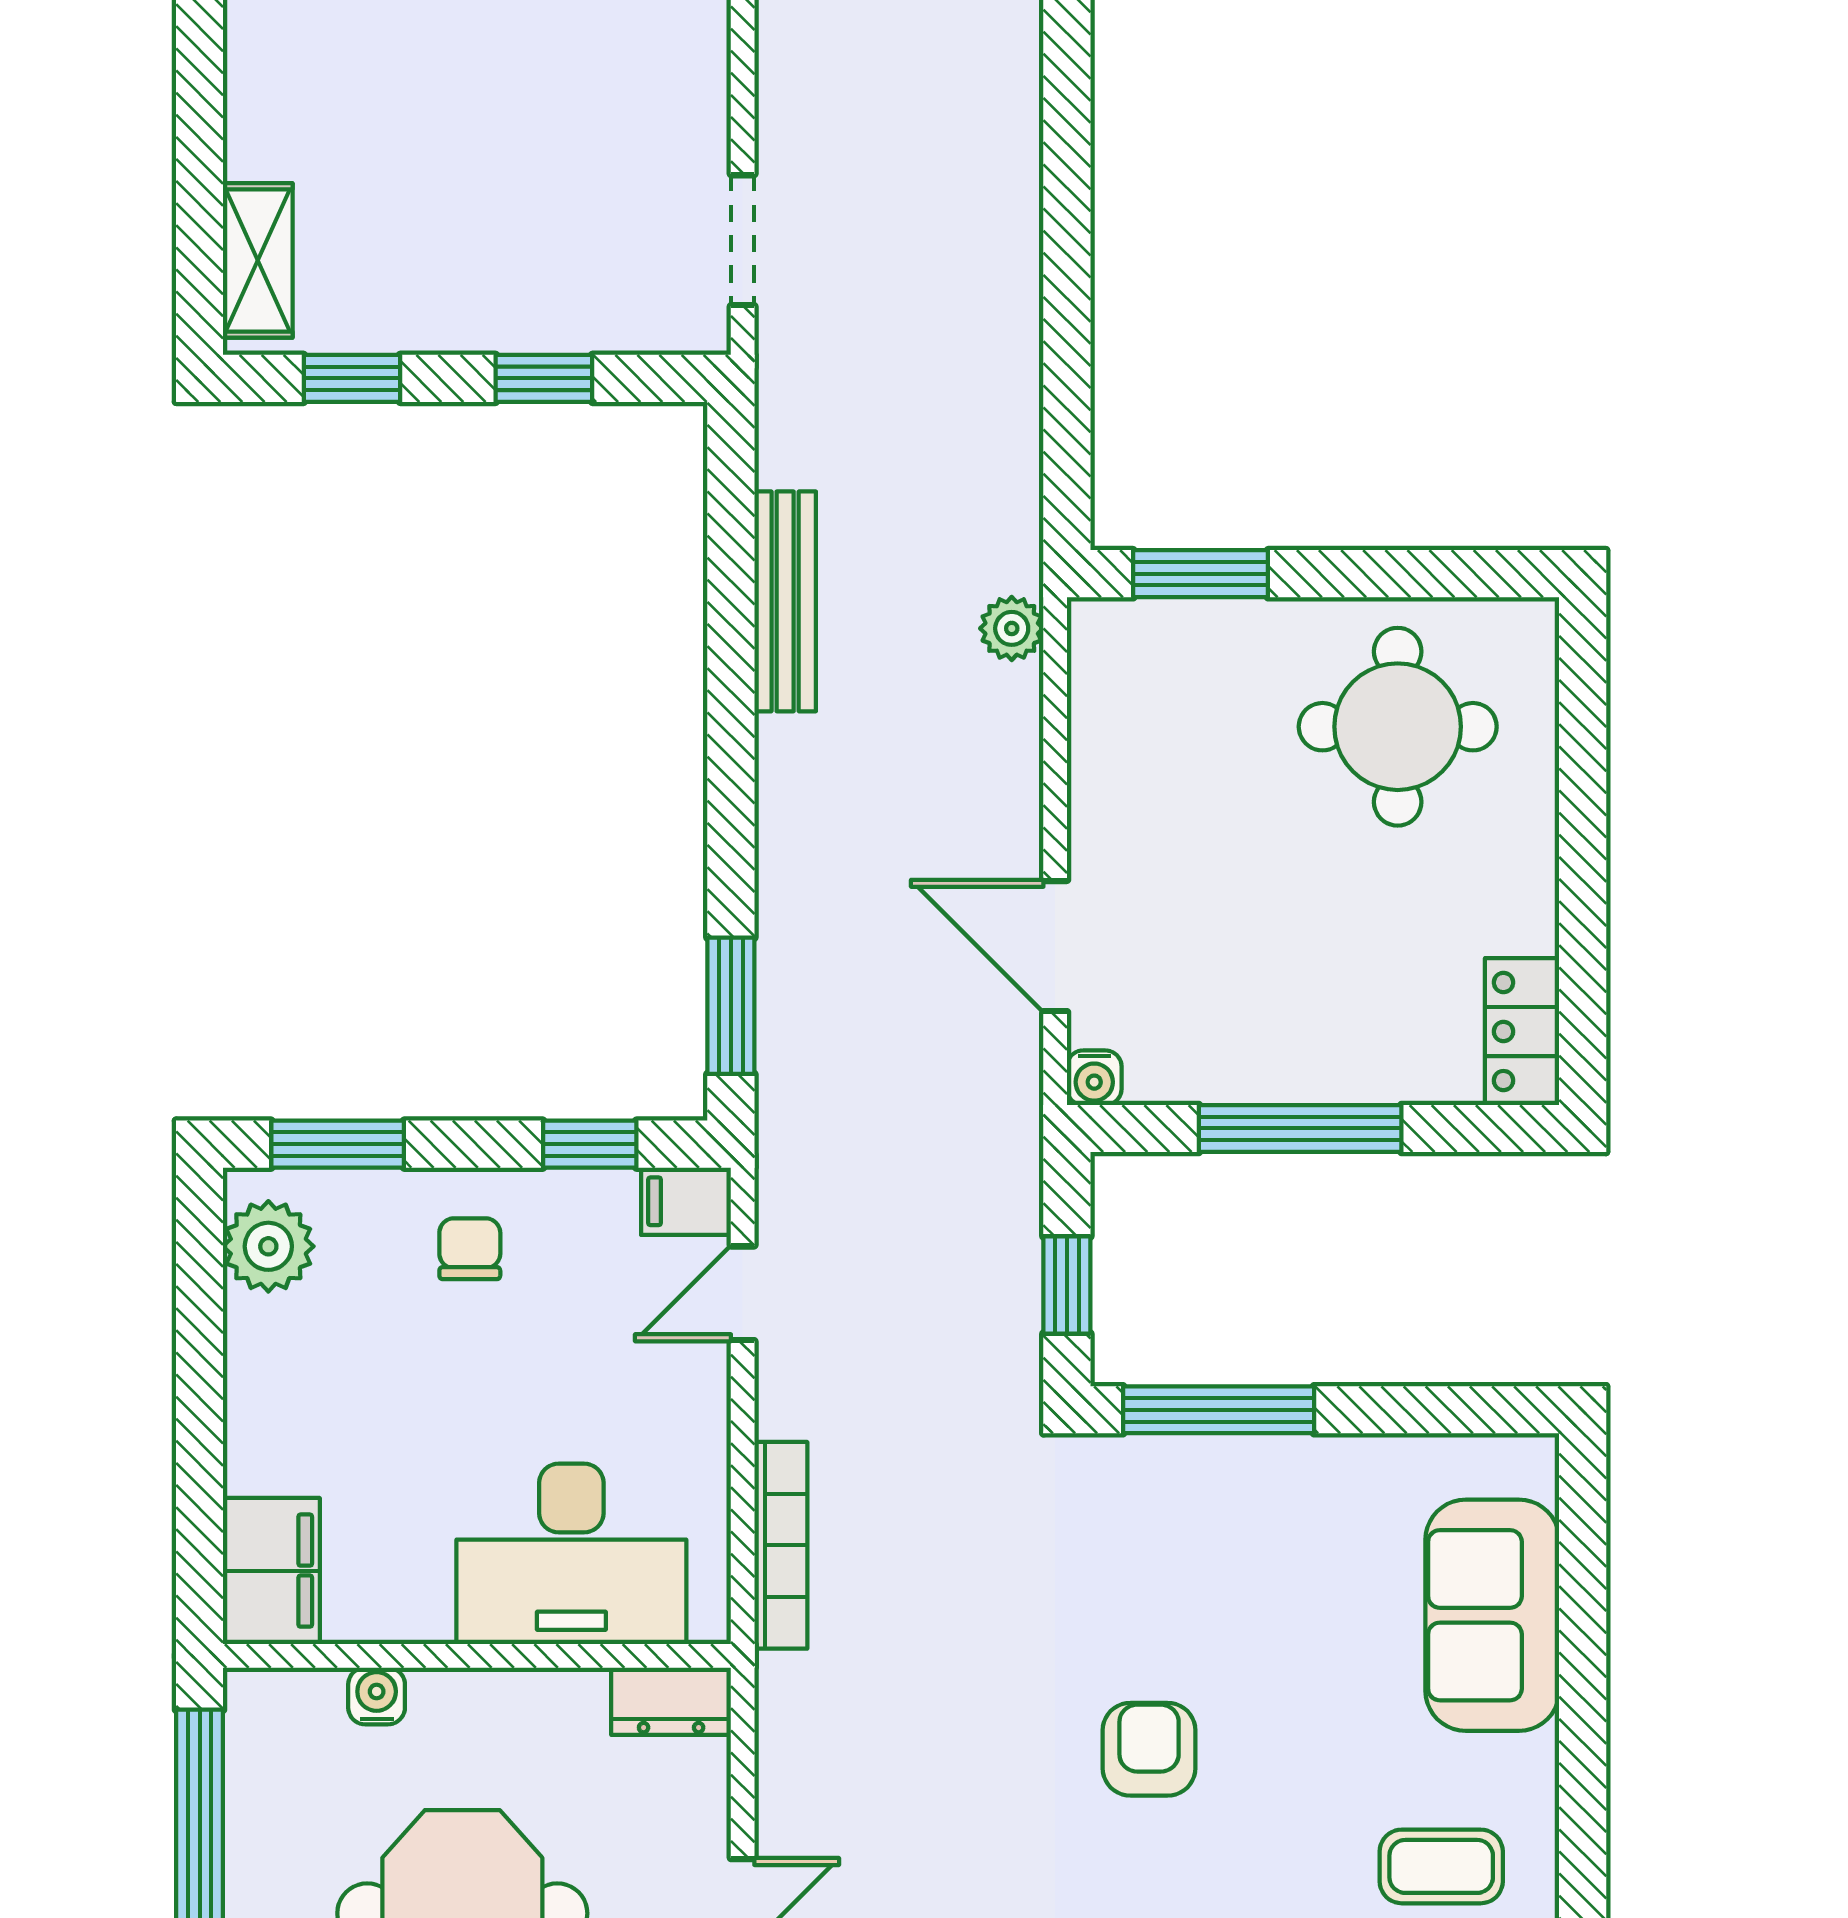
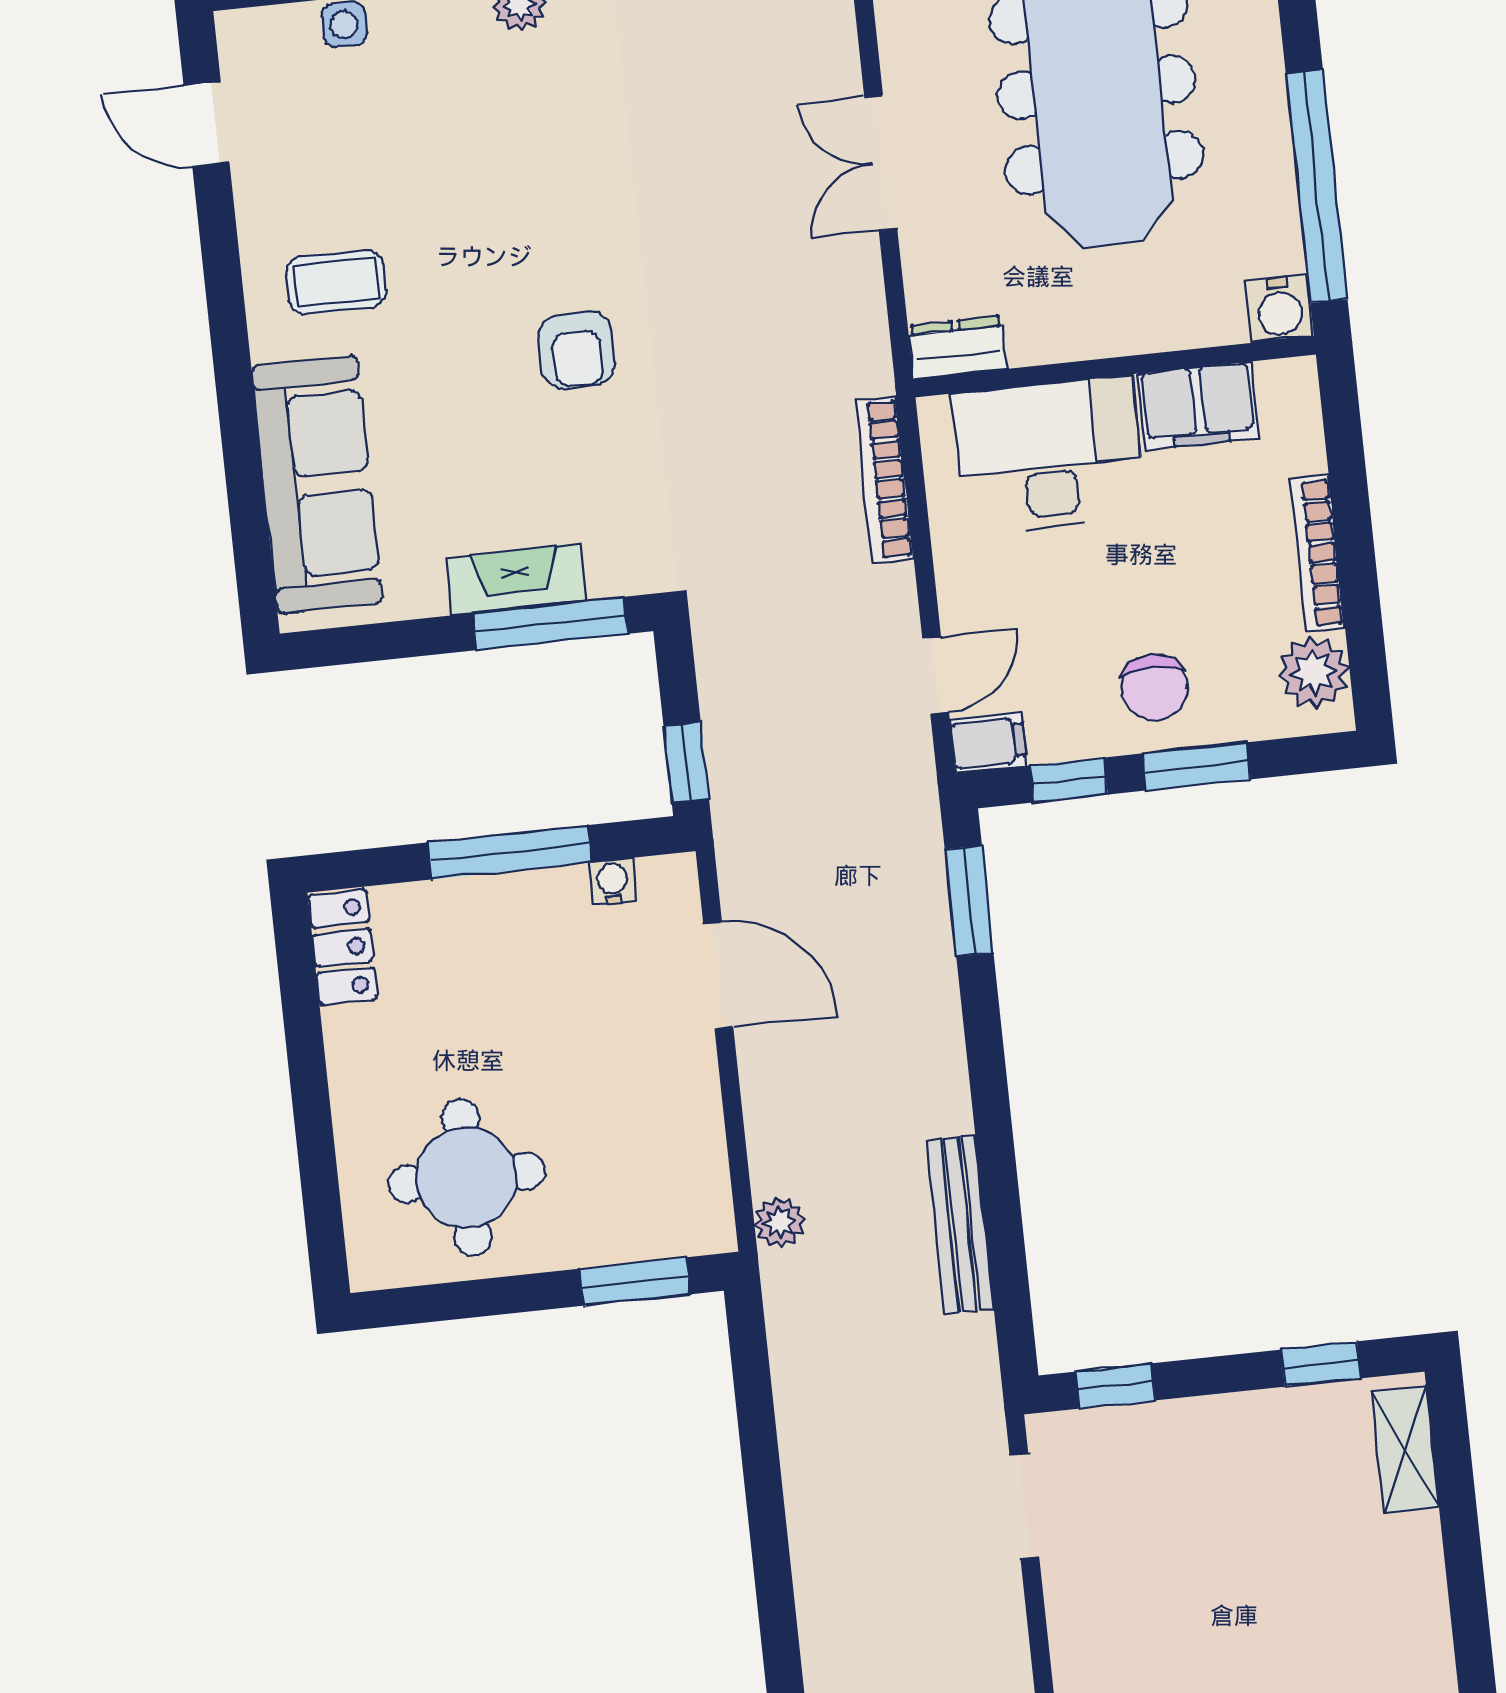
window: (544, 378) -> (1115, 1386), moved
water cooler: (1094, 1078) -> (613, 882), moved
window: (338, 1144) -> (1196, 766), moved
chair: (470, 1249) -> (1155, 687), width x1.37, depth x1.37
window: (1067, 1285) -> (686, 762), moved
bookcase: (248, 1395) -> (1317, 553), added
fireplace: (1256, 1470) -> (516, 579), added
filing cabinet: (271, 1571) -> (1198, 406), moved, turned -90
sofa: (1492, 1615) -> (317, 485), width x1.36
water cooler: (377, 1696) -> (1280, 308), moved, width x1.38, depth x1.38

